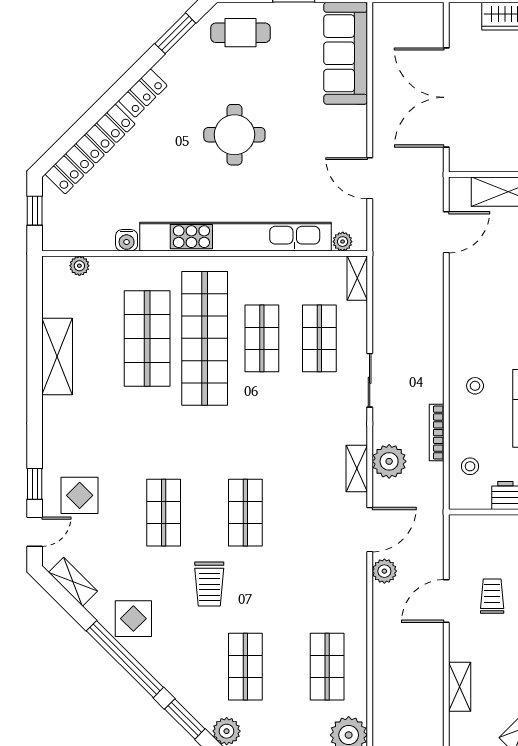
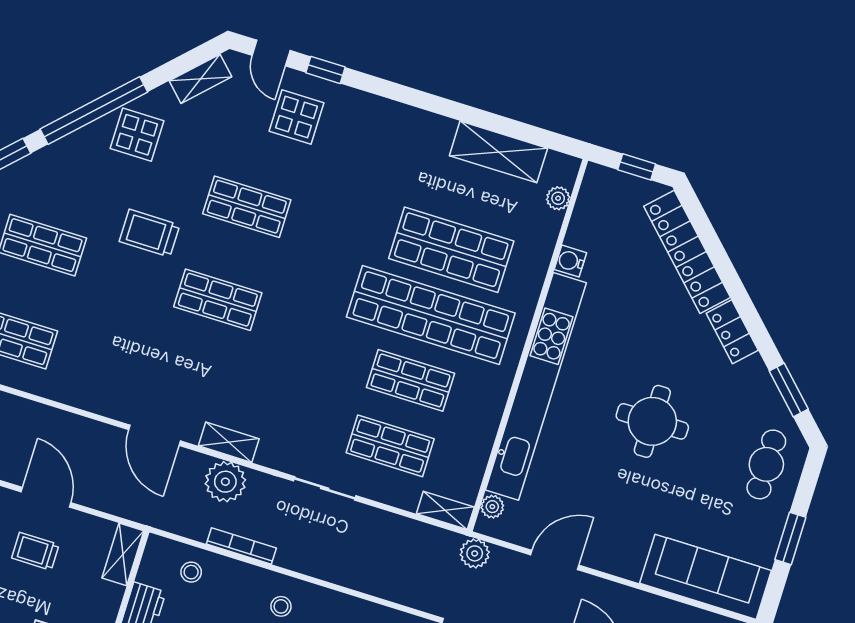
shelving: (57, 356) -> (498, 152), moved
shelving: (473, 525) -> (123, 554), added
plant: (384, 571) -> (475, 553), moved
trolley: (492, 596) -> (35, 551), turned 180

